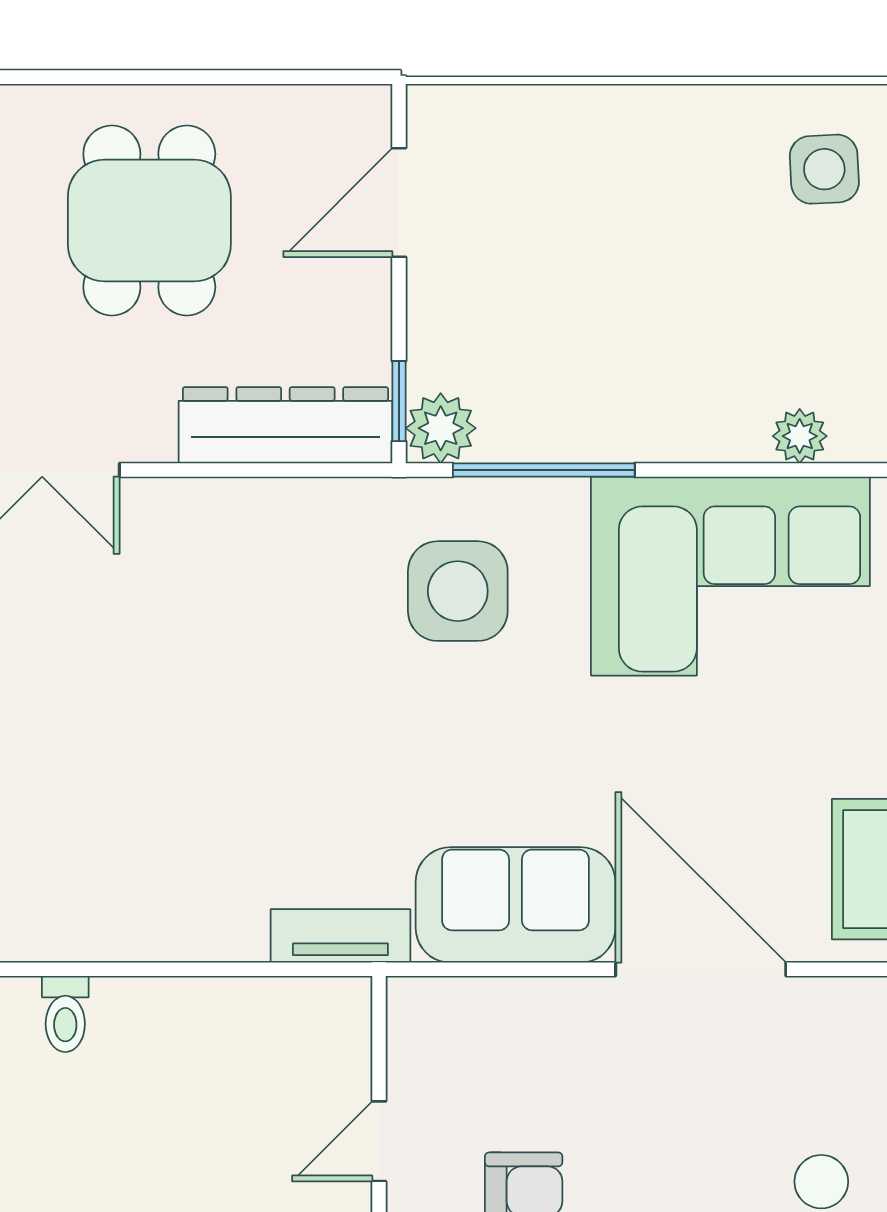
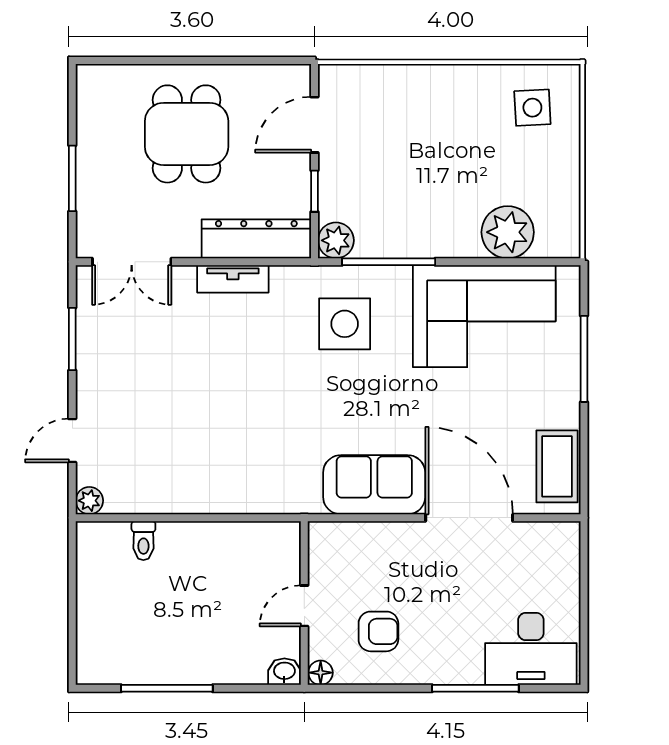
window: (399, 401) -> (315, 191), moved
plant: (800, 436) -> (508, 232), width x1.88, depth x1.88
tv unit: (340, 936) -> (233, 279), moved, turned 180

